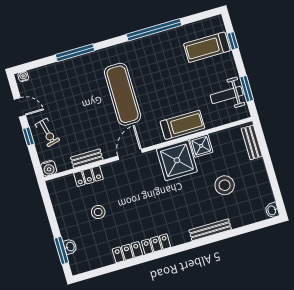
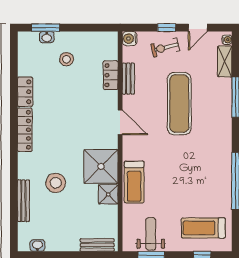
treadmill: (207, 47) -> (203, 228), turned -90
shelving: (44, 73) -> (225, 61), added
exercise mat: (123, 94) -> (179, 104), moved, turned 90
stool: (225, 185) -> (56, 183), moved
washbasin: (272, 210) -> (37, 246), moved
stool: (98, 212) -> (67, 59), moved
bench: (210, 230) -> (23, 201), moved
locker: (156, 244) -> (25, 130), width x1.53

